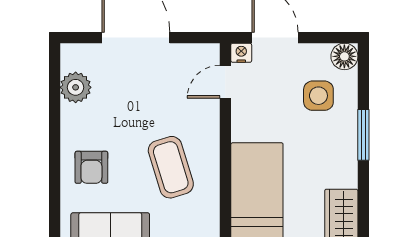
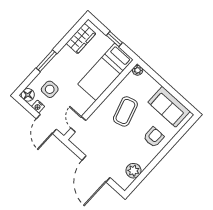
nightstand: (241, 53) -> (38, 106), moved
door: (225, 82) -> (78, 124), swing flipped

